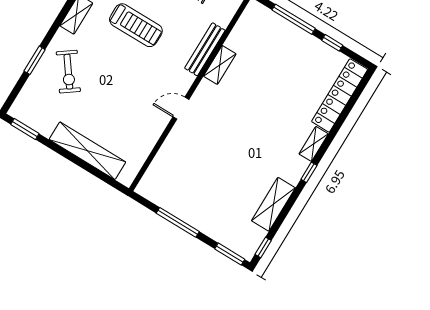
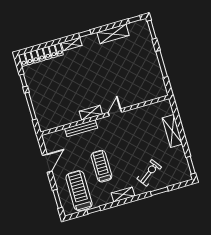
shelving: (220, 65) -> (91, 113), moved
door: (181, 108) -> (115, 112), swing flipped
shelving: (87, 151) -> (172, 131), width x0.68

